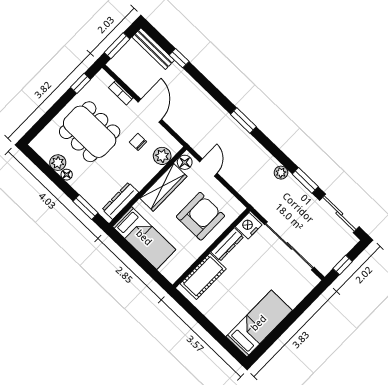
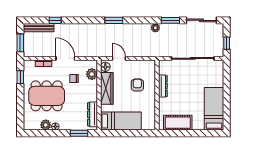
armchair: (200, 216) -> (137, 85), width x0.53, depth x0.53
nightstand: (249, 226) -> (164, 68), removed
cot: (203, 276) -> (178, 123), moved, turned 90

